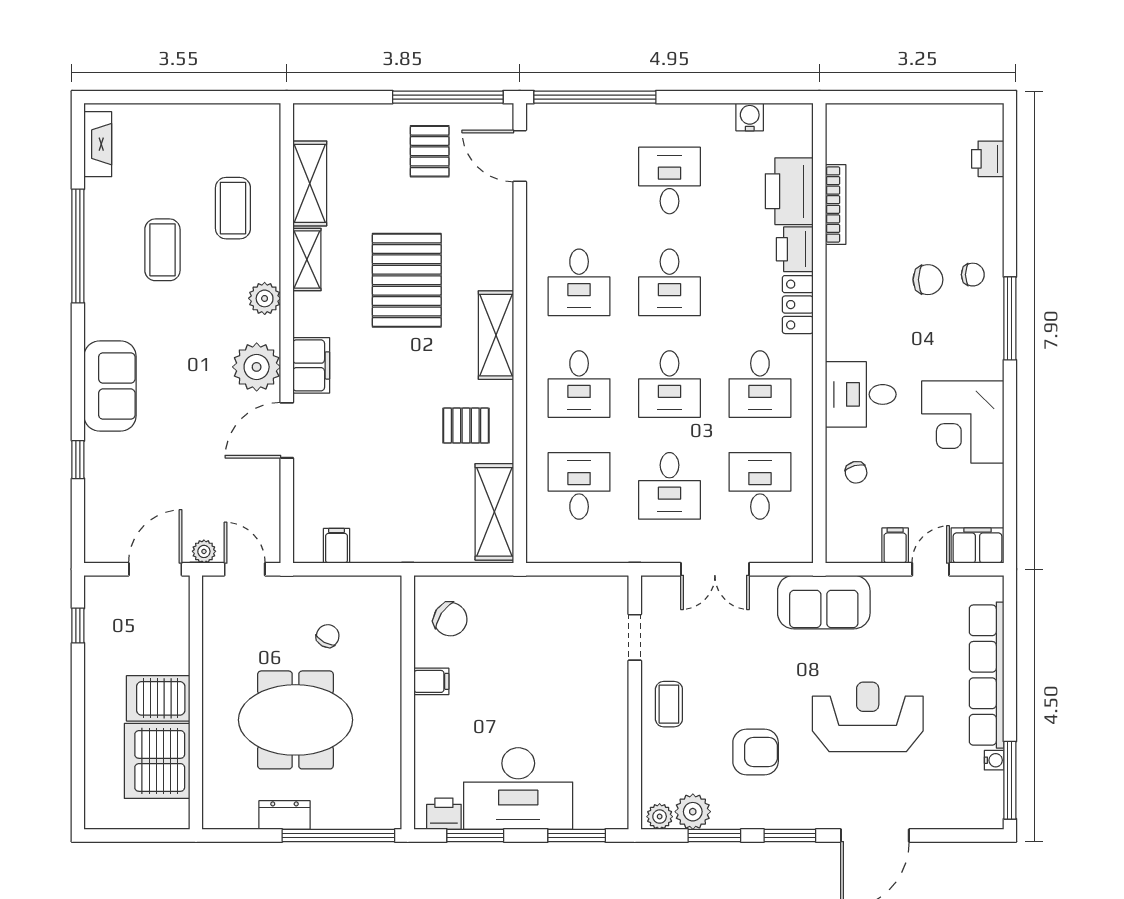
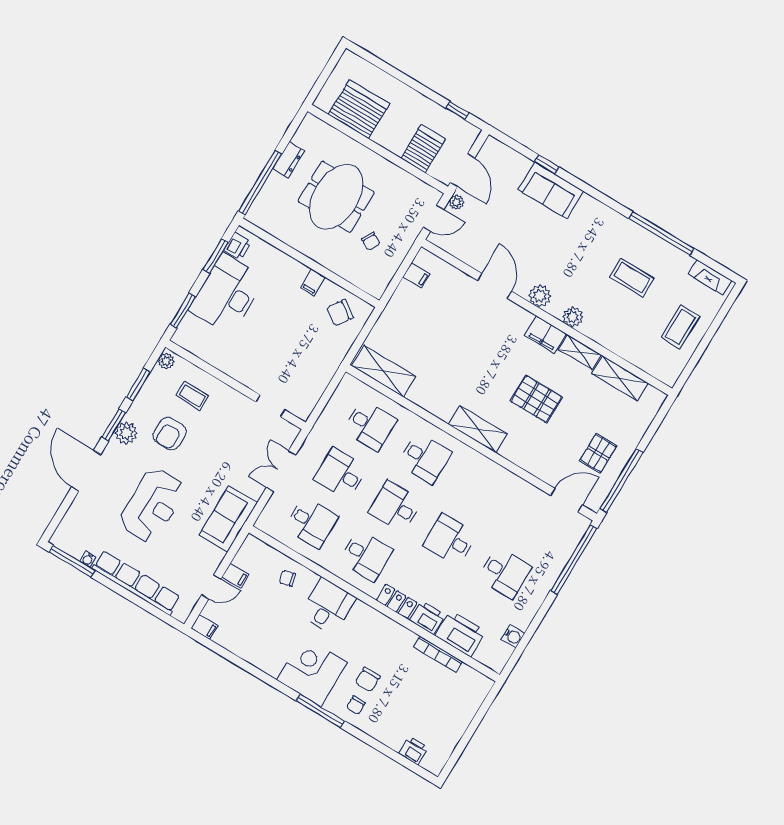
pallet: (430, 151) -> (598, 453), turned 90
coffee table: (233, 208) -> (680, 327), moved, turned 90
pallet: (407, 280) -> (536, 399), width x0.73, depth x0.71
desk: (579, 282) -> (479, 491), removed
filing cabinet: (311, 365) -> (546, 335), moved
plant: (257, 367) -> (540, 296), width x0.73, depth x0.73
desk: (579, 384) -> (425, 458), turned 180
desk: (760, 384) -> (366, 555), turned 180
sofa: (110, 386) -> (551, 190), moved
corner desk: (963, 422) -> (312, 671), moved
pallet: (466, 426) -> (439, 384), removed
filing cabinet: (977, 546) -> (204, 627), width x0.50
door: (931, 569) -> (211, 587), hinge flipped
server rack: (158, 698) -> (423, 149), moved
coffee table: (669, 704) -> (192, 396), moved
plant: (693, 812) -> (126, 433), moved

